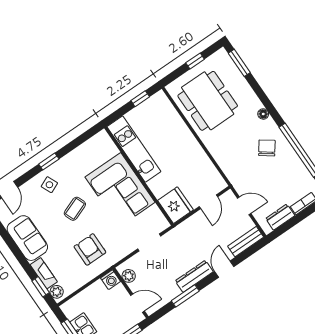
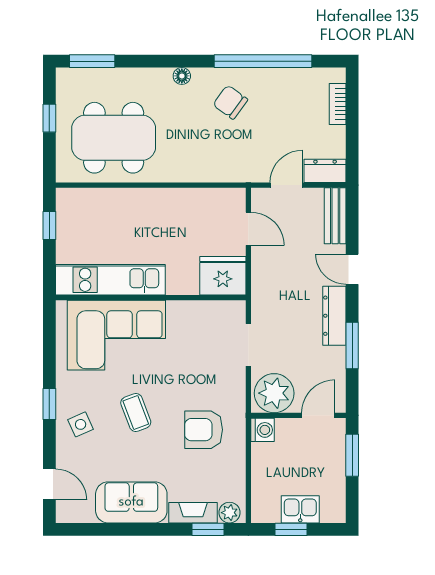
corner sofa: (120, 190) -> (116, 335), moved
dresser: (280, 217) -> (325, 171), moved, turned 90
plant: (129, 276) -> (274, 393), width x1.87, depth x1.87

